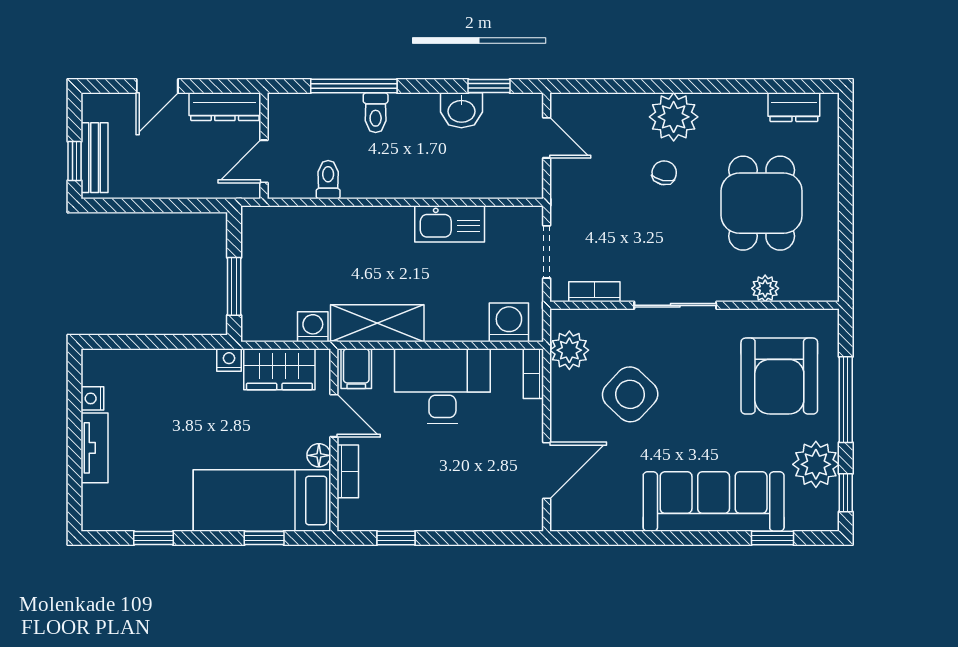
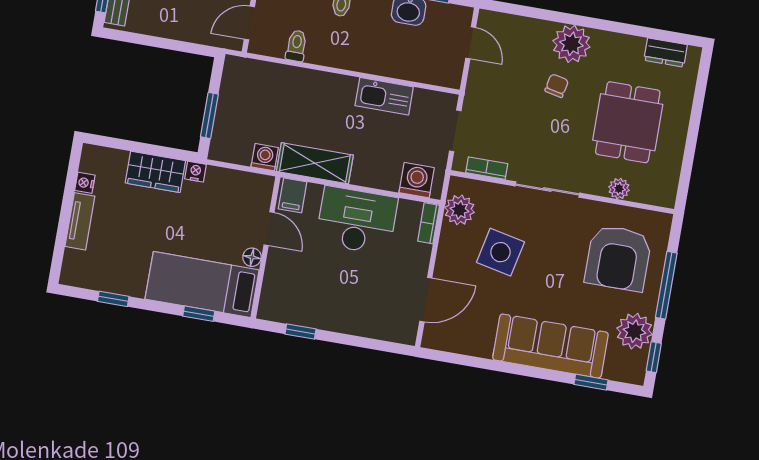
wardrobe: (279, 369) -> (155, 172), moved
side table: (630, 394) -> (500, 252), turned -31
bookcase: (348, 471) -> (272, 273), removed

